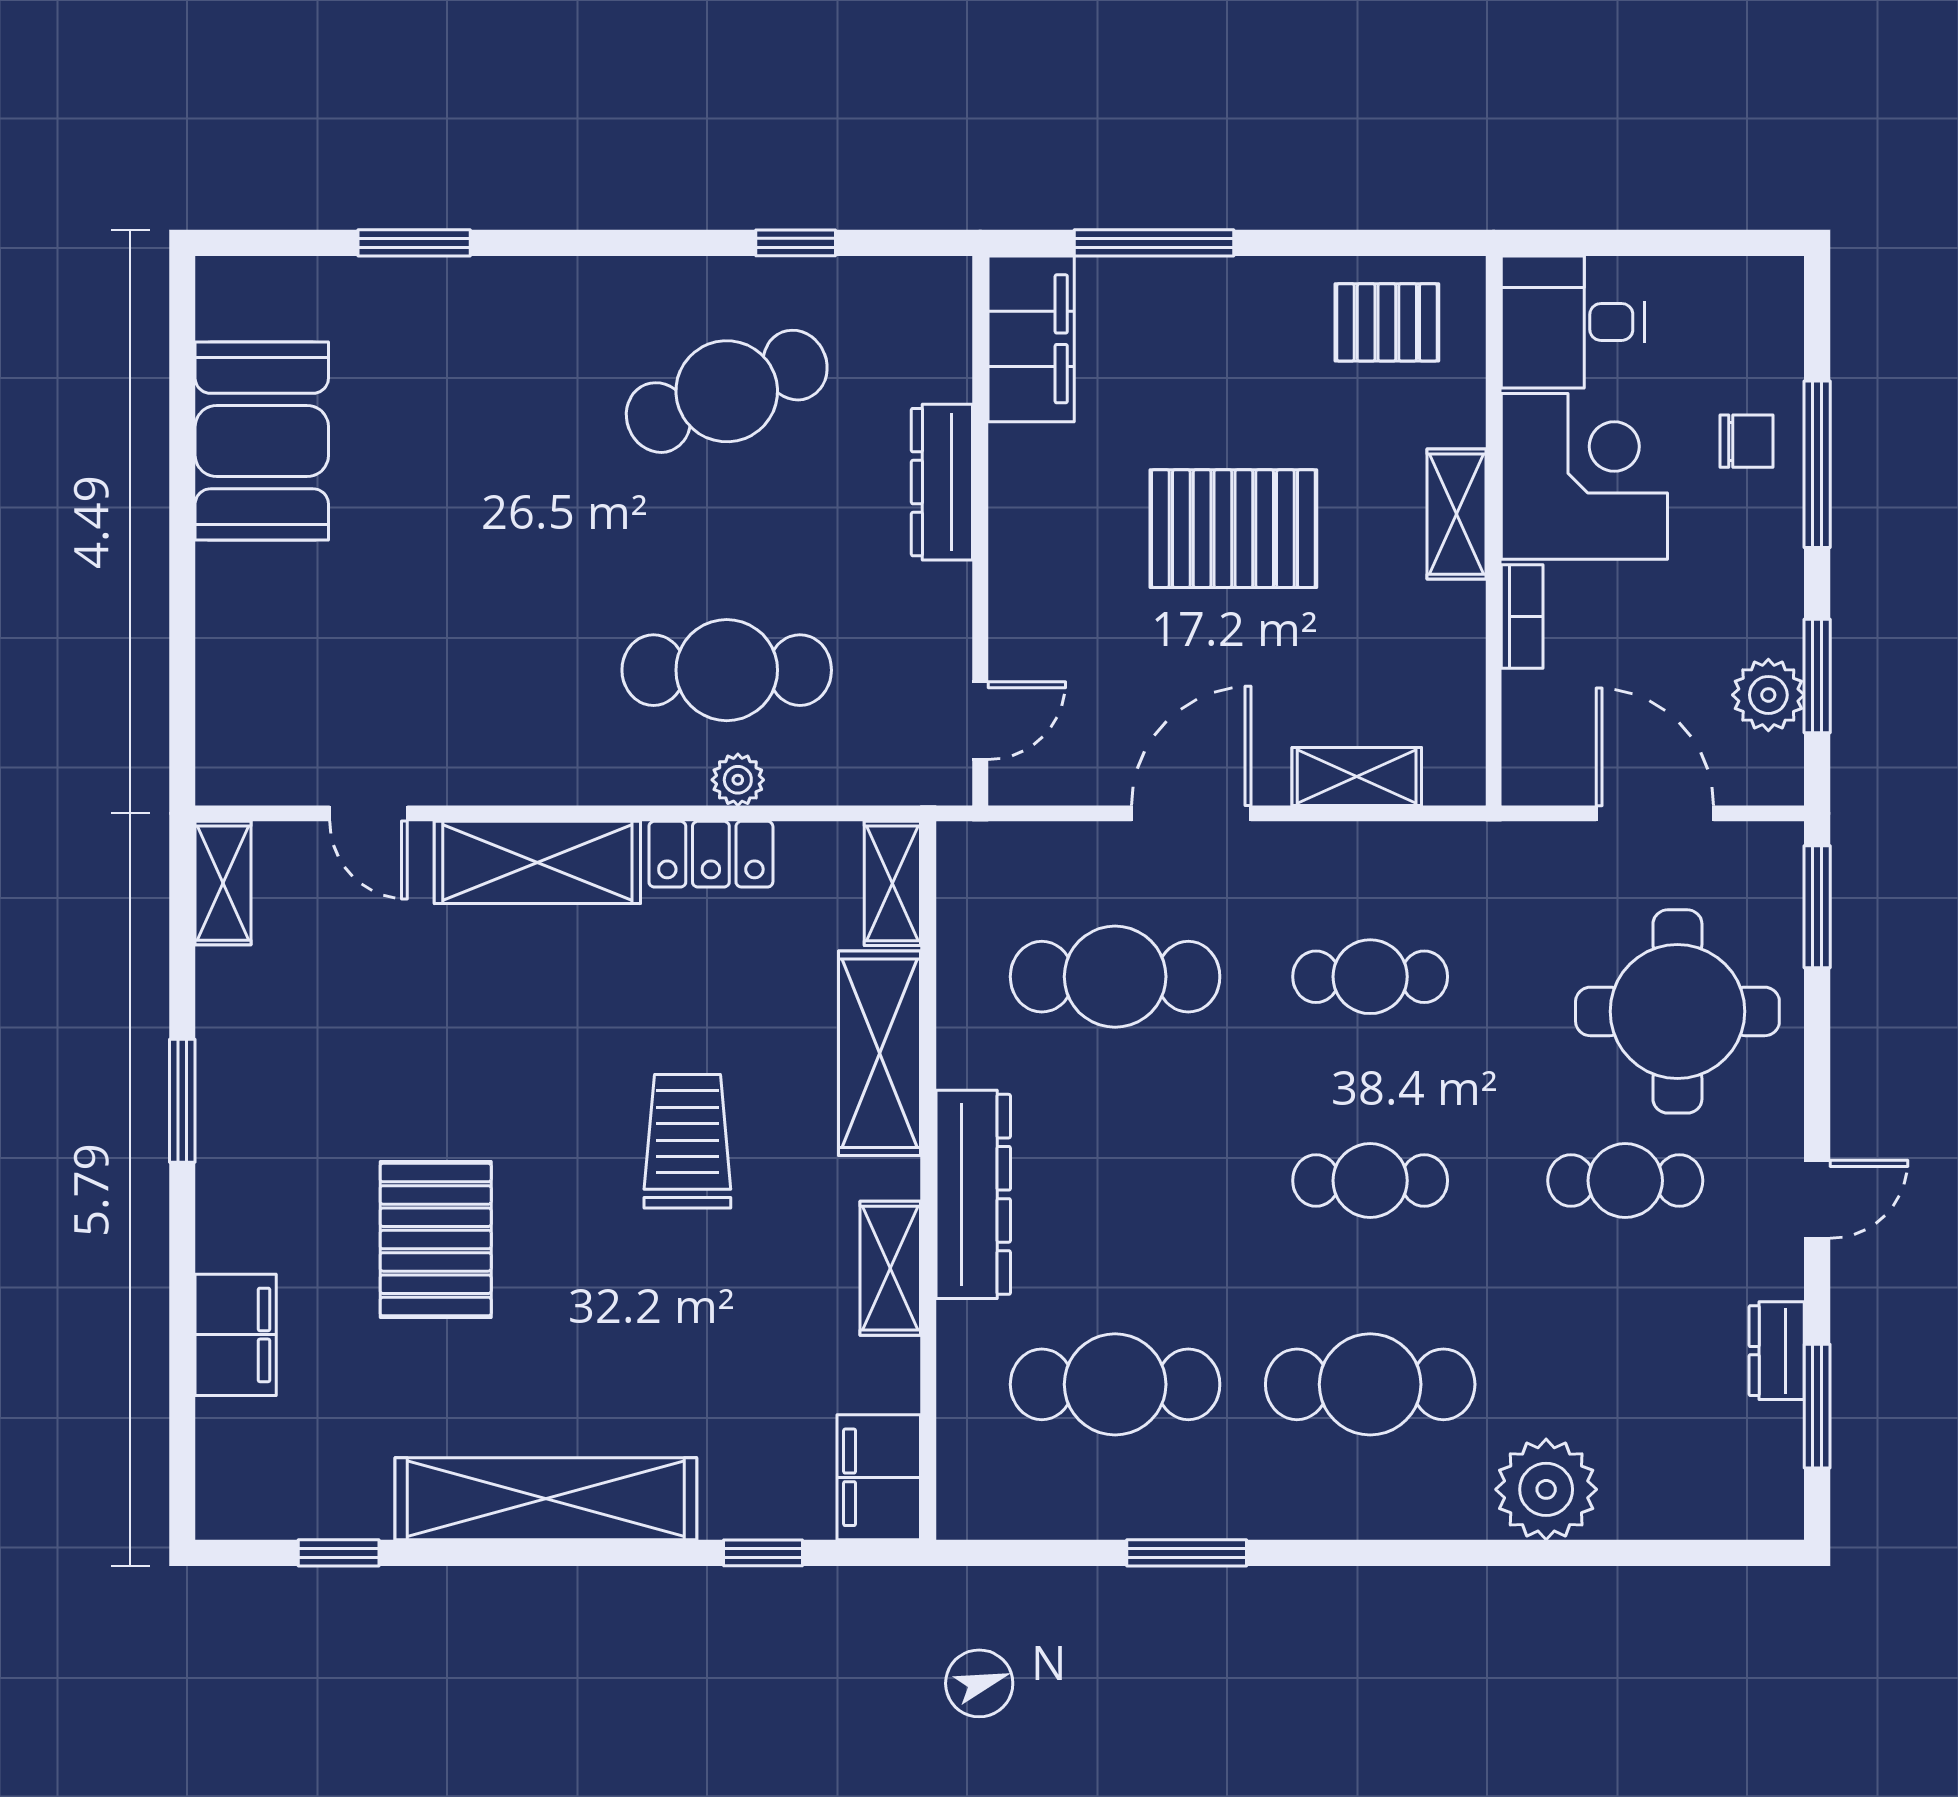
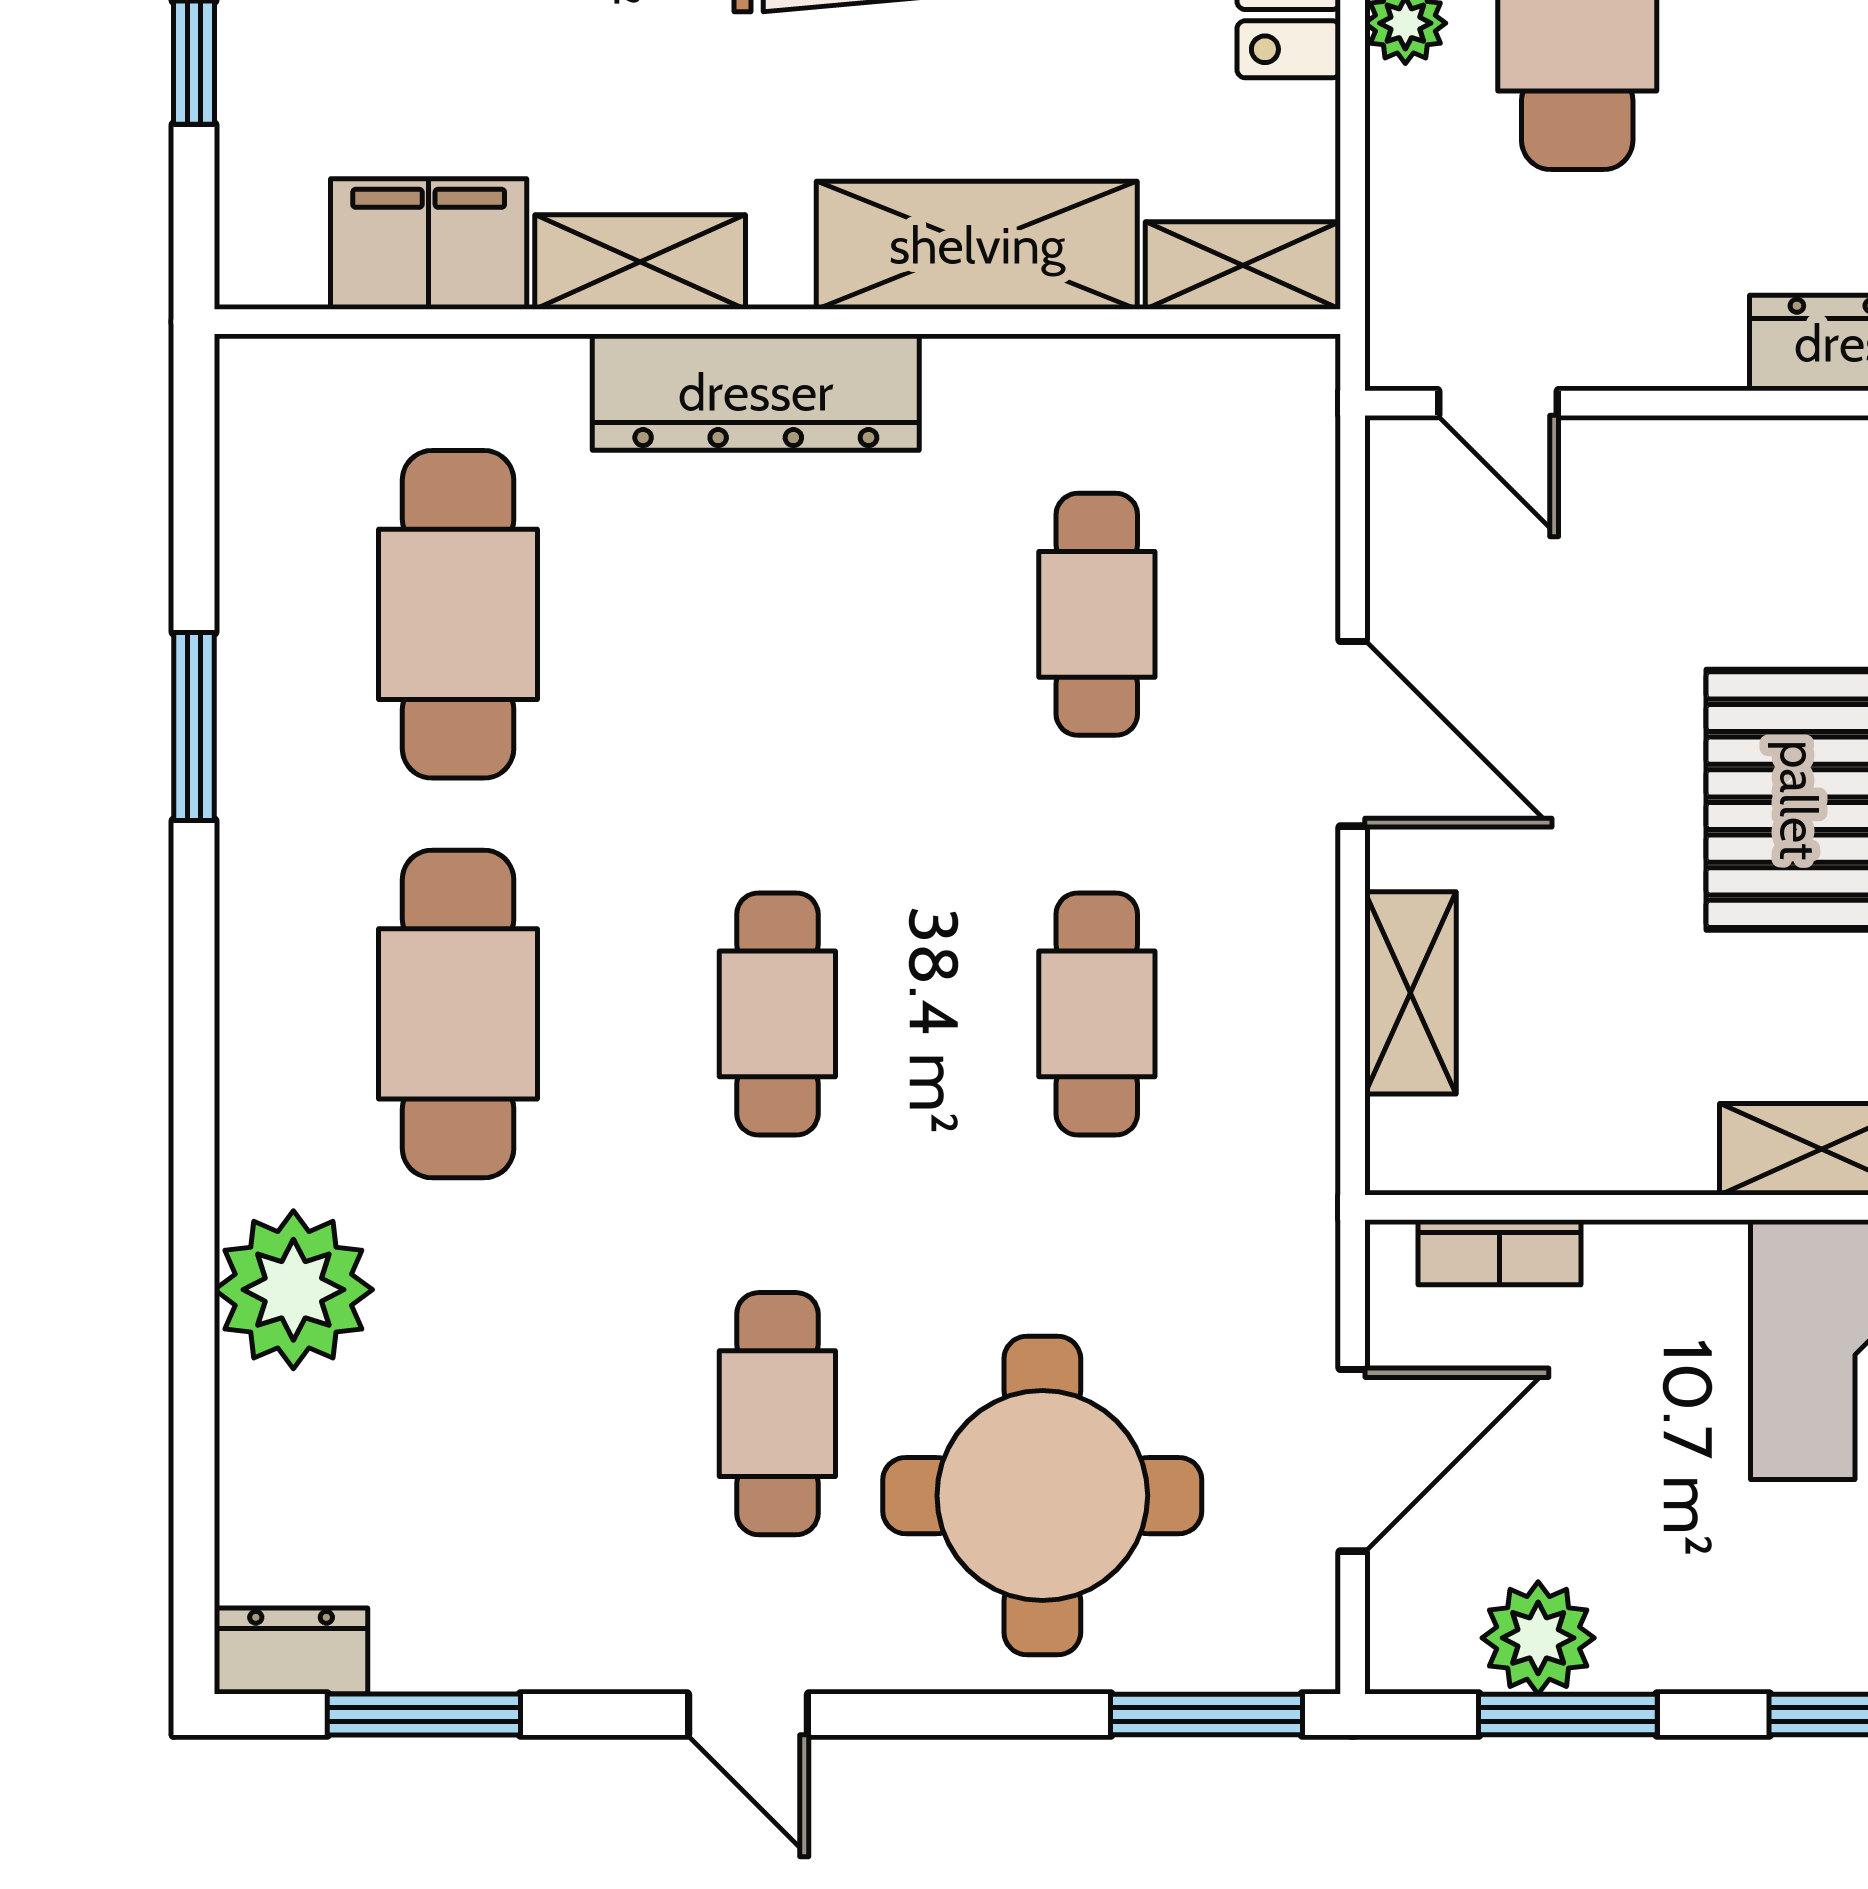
bookcase: (1522, 616) -> (1499, 1252), moved
cafe table: (1115, 977) -> (1097, 614), width x0.73, depth x0.74
dresser: (1777, 1351) -> (291, 1651), moved
filing cabinet: (879, 1477) -> (429, 244), moved

